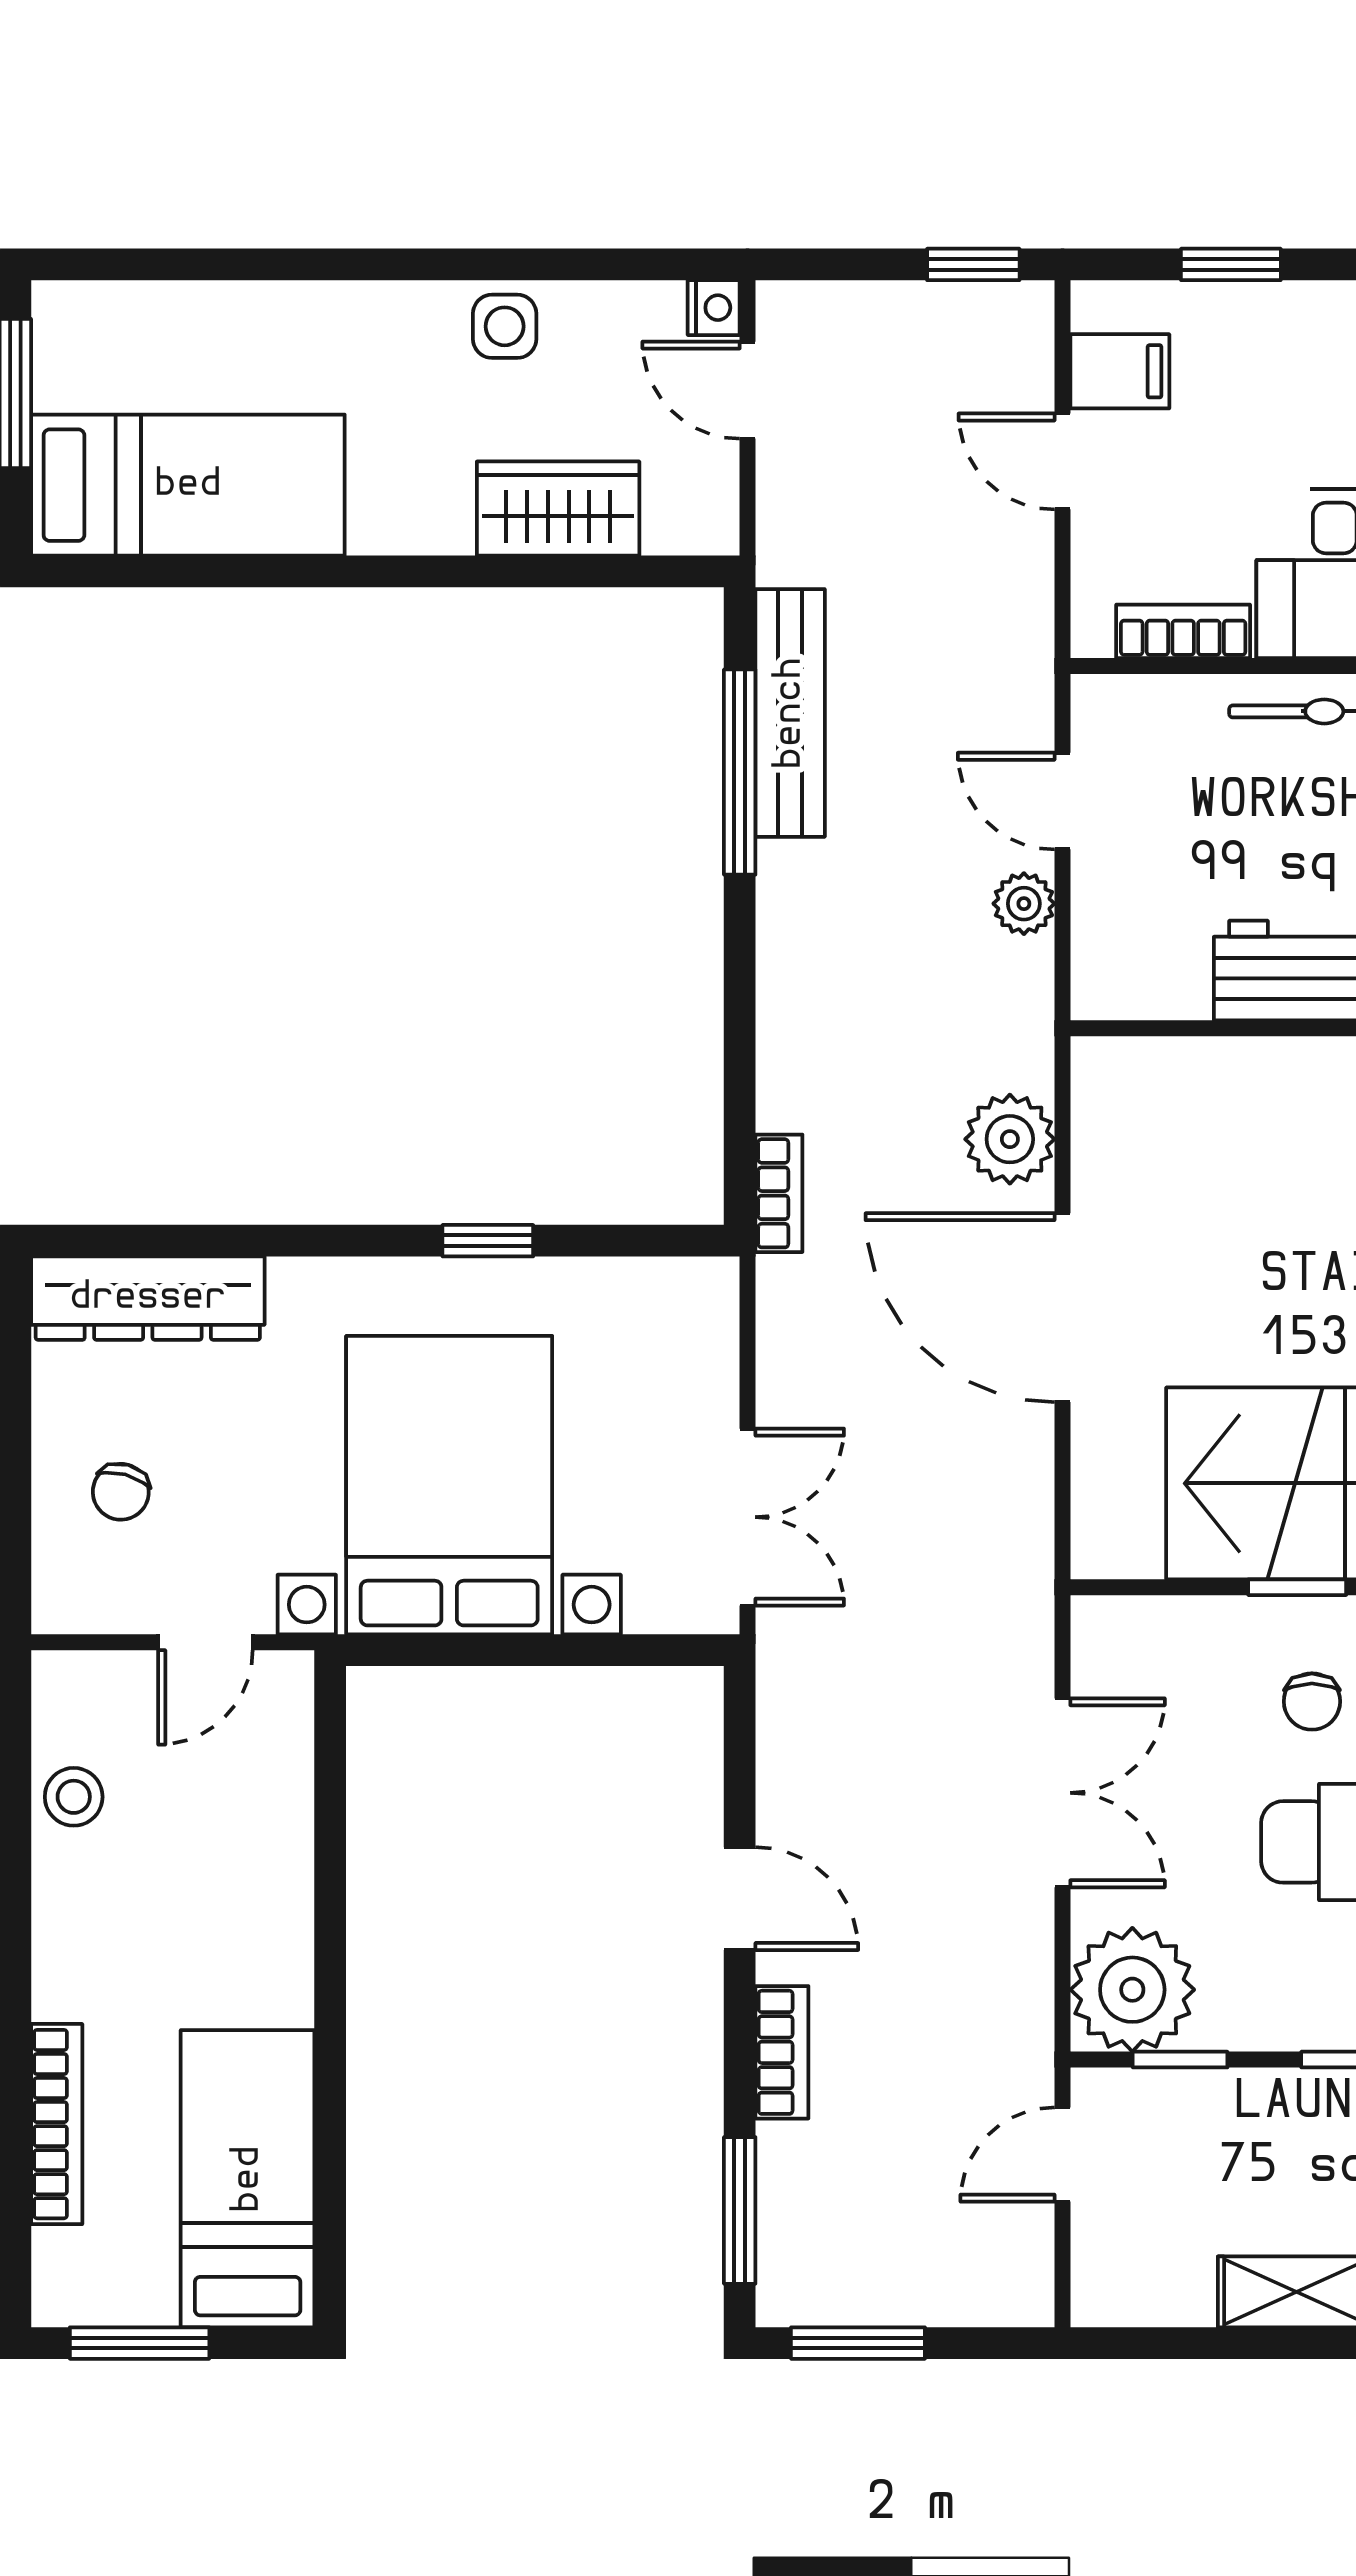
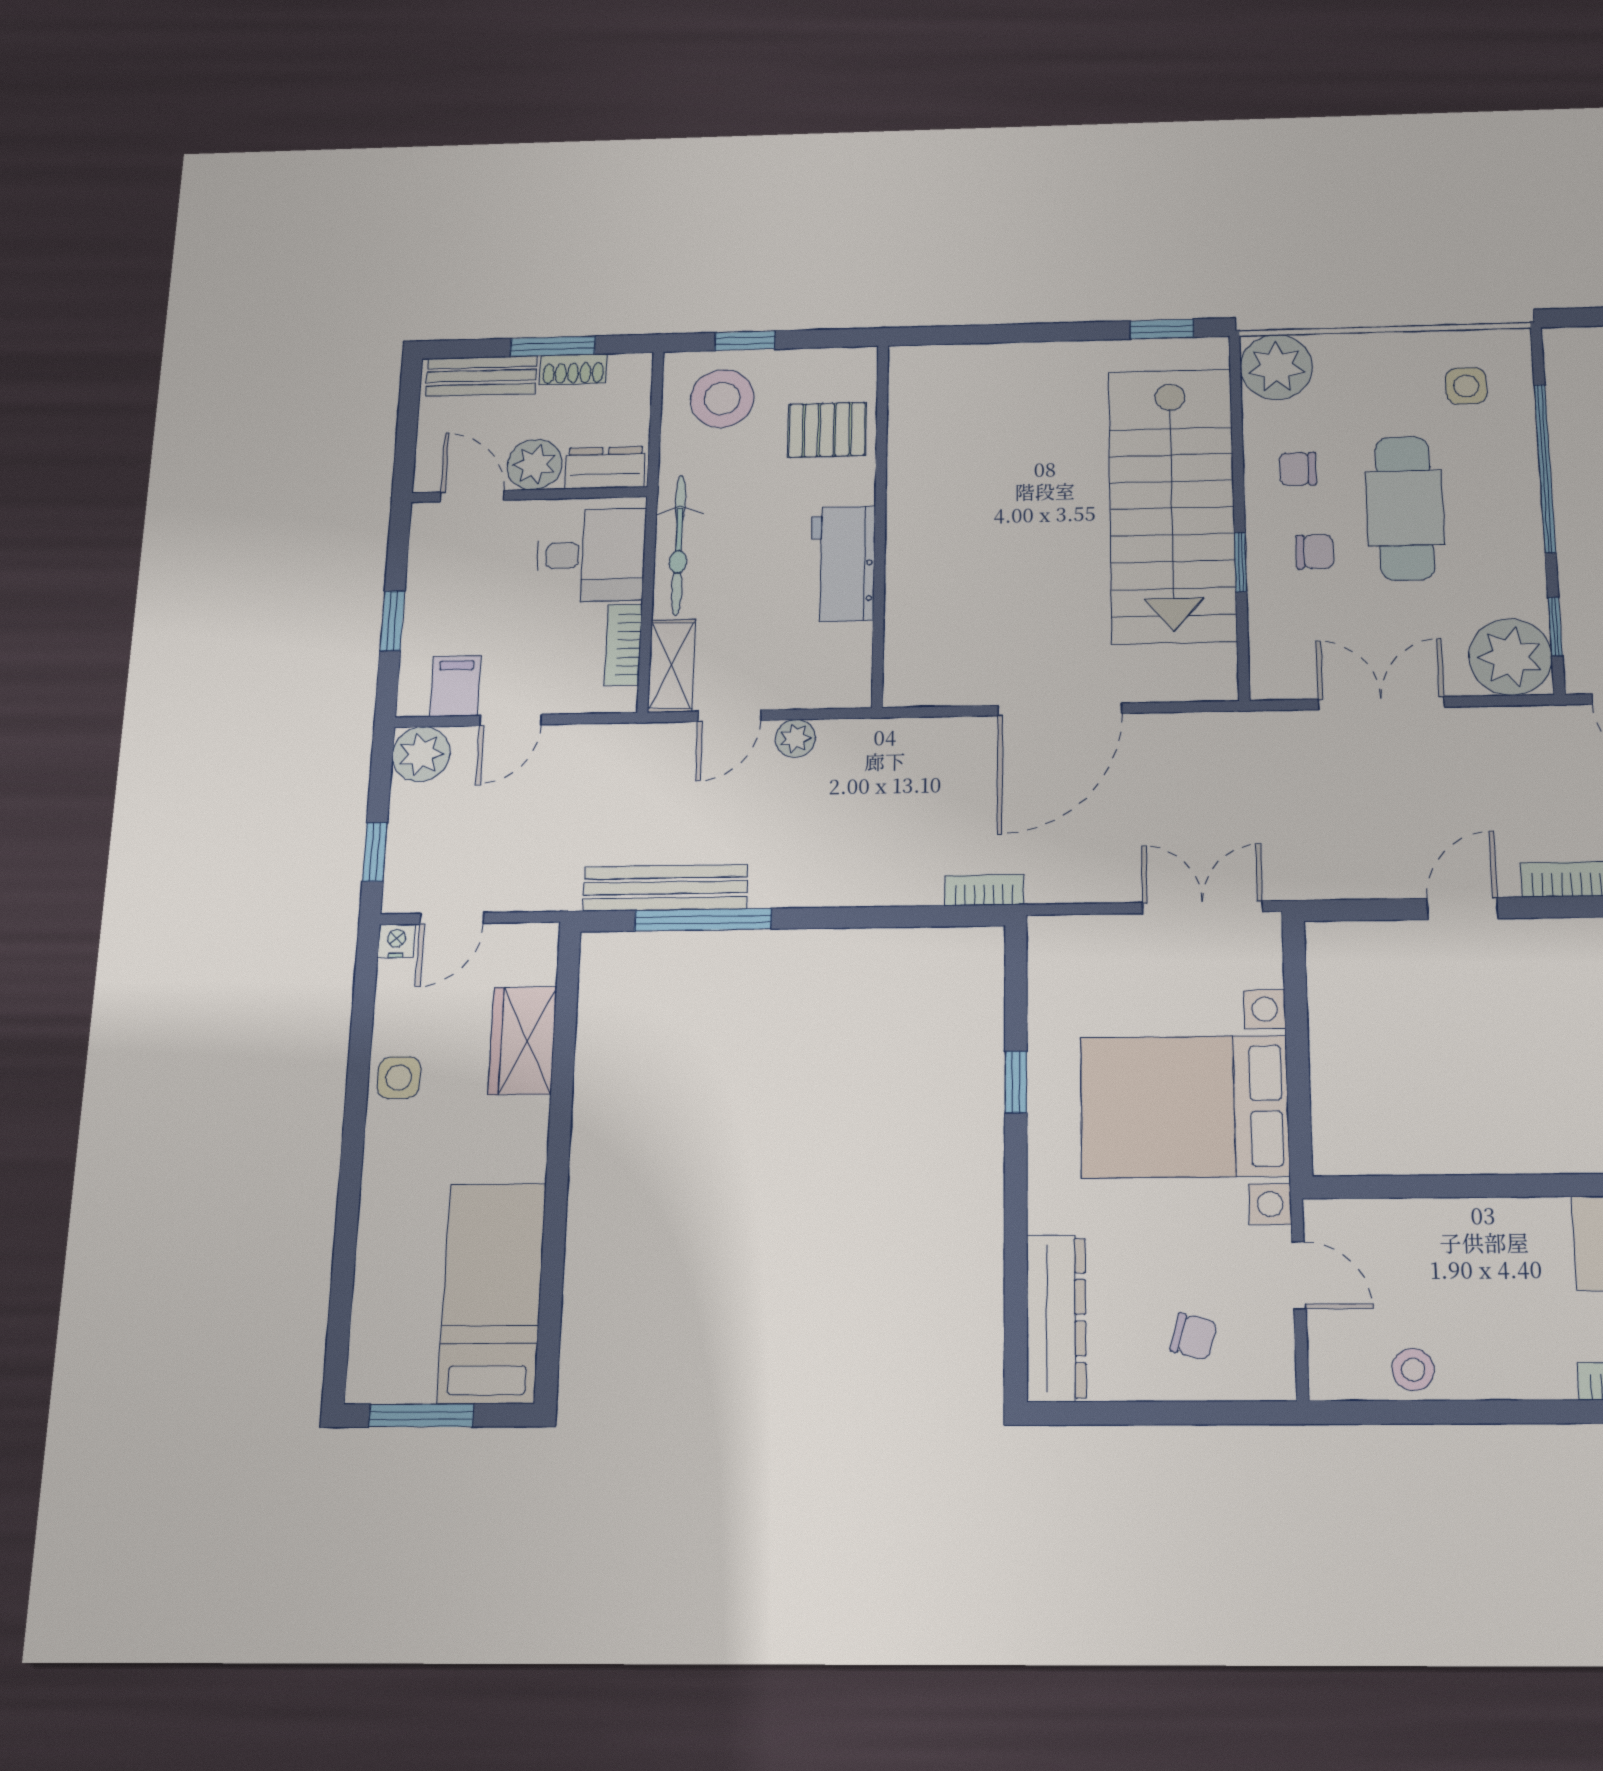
window: (973, 264) -> (375, 852), moved
shelving: (1147, 708) -> (671, 666), added
plant: (1010, 1139) -> (421, 754), moved

